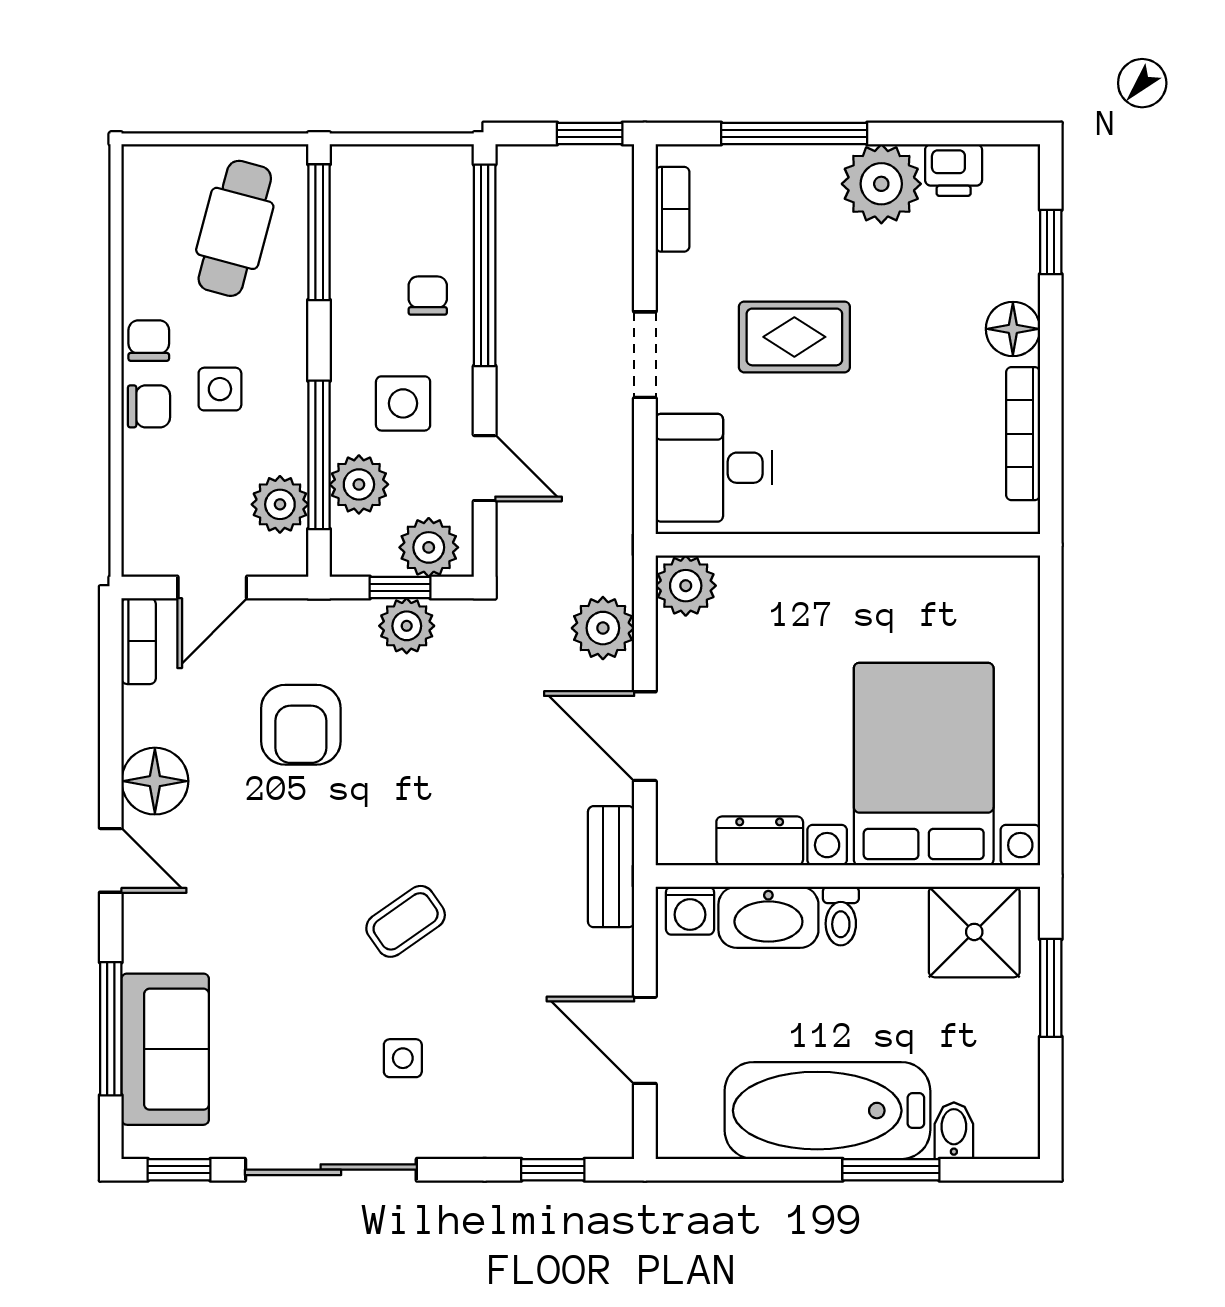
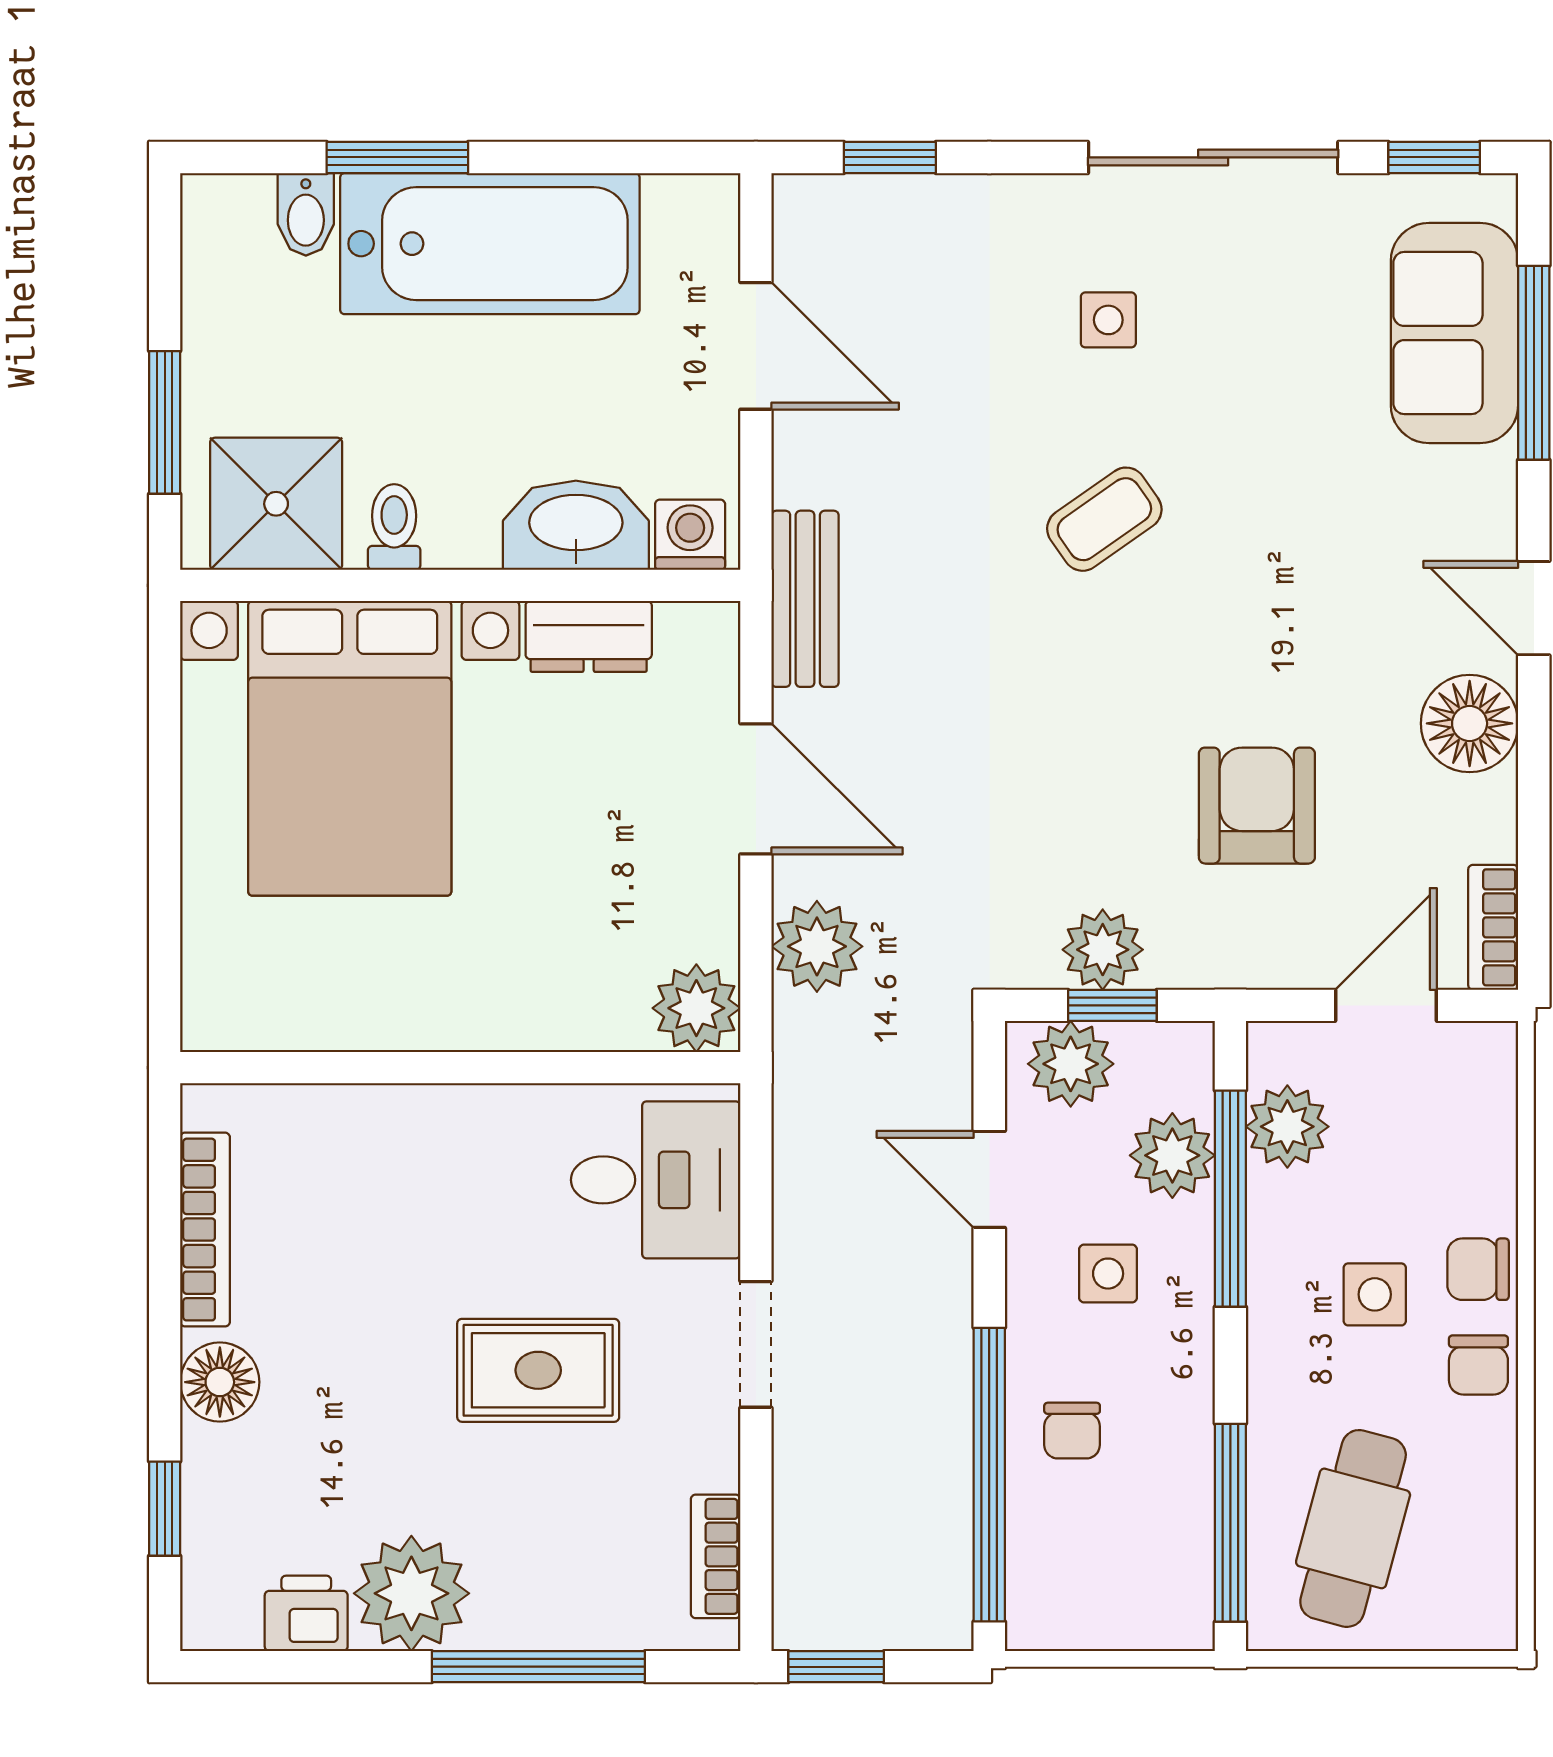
side table: (403, 403) -> (1108, 1274), width x0.73, depth x0.73
toilet: (841, 916) -> (394, 527), moved

